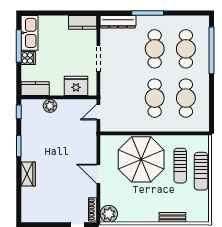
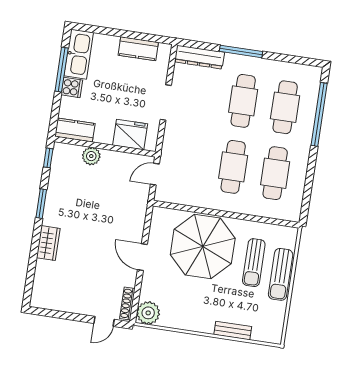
kitchen counter: (83, 22) -> (138, 49), moved

